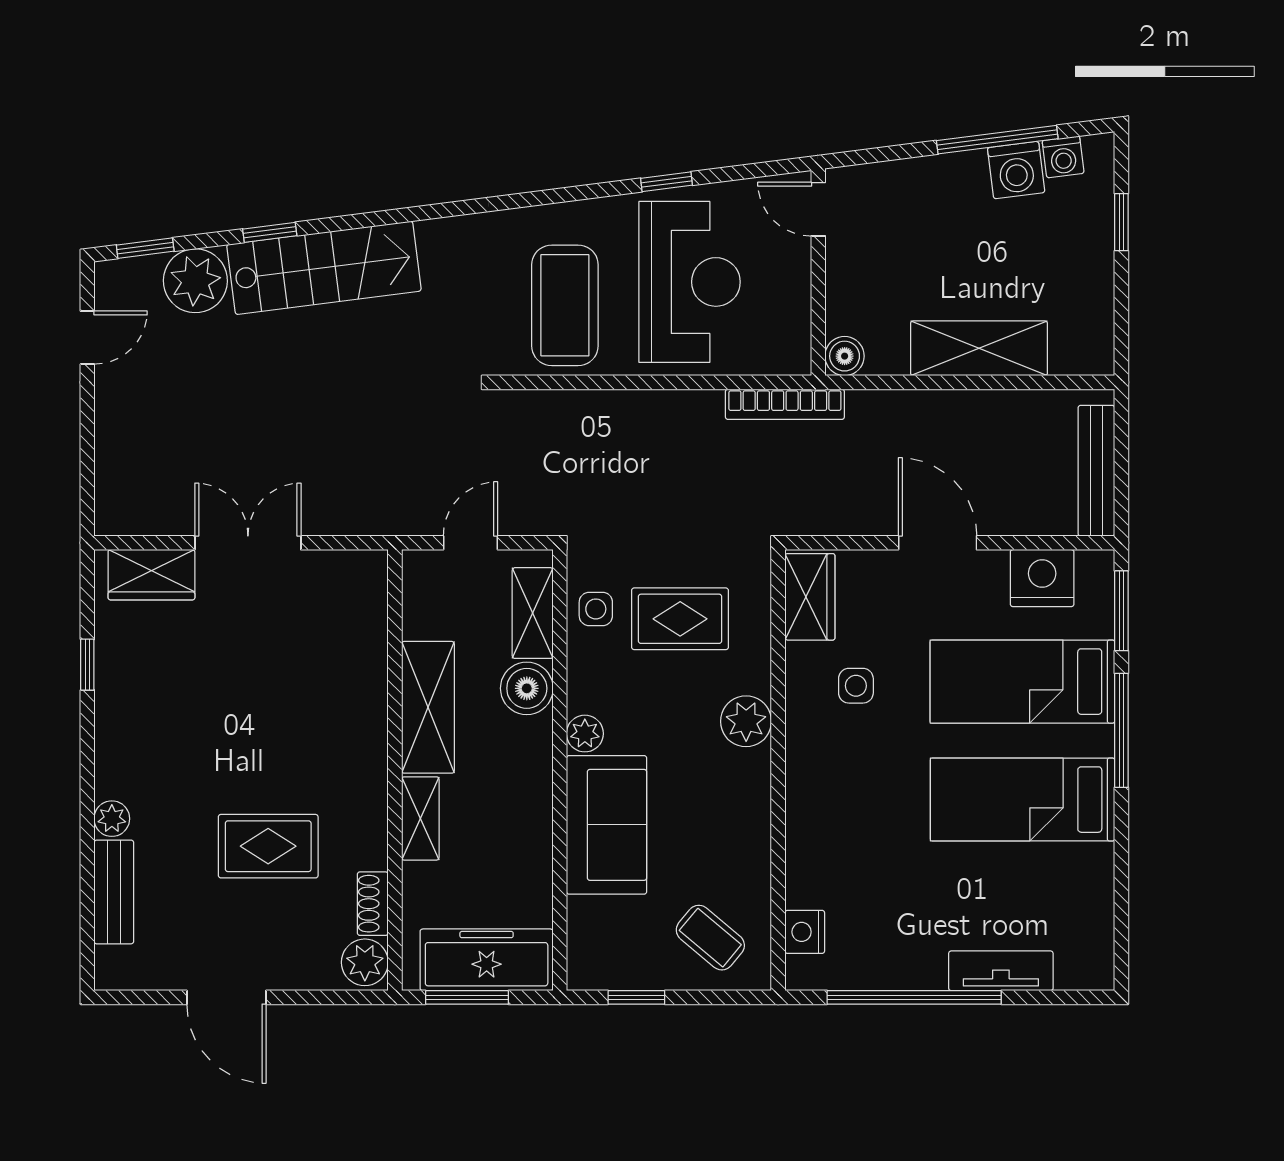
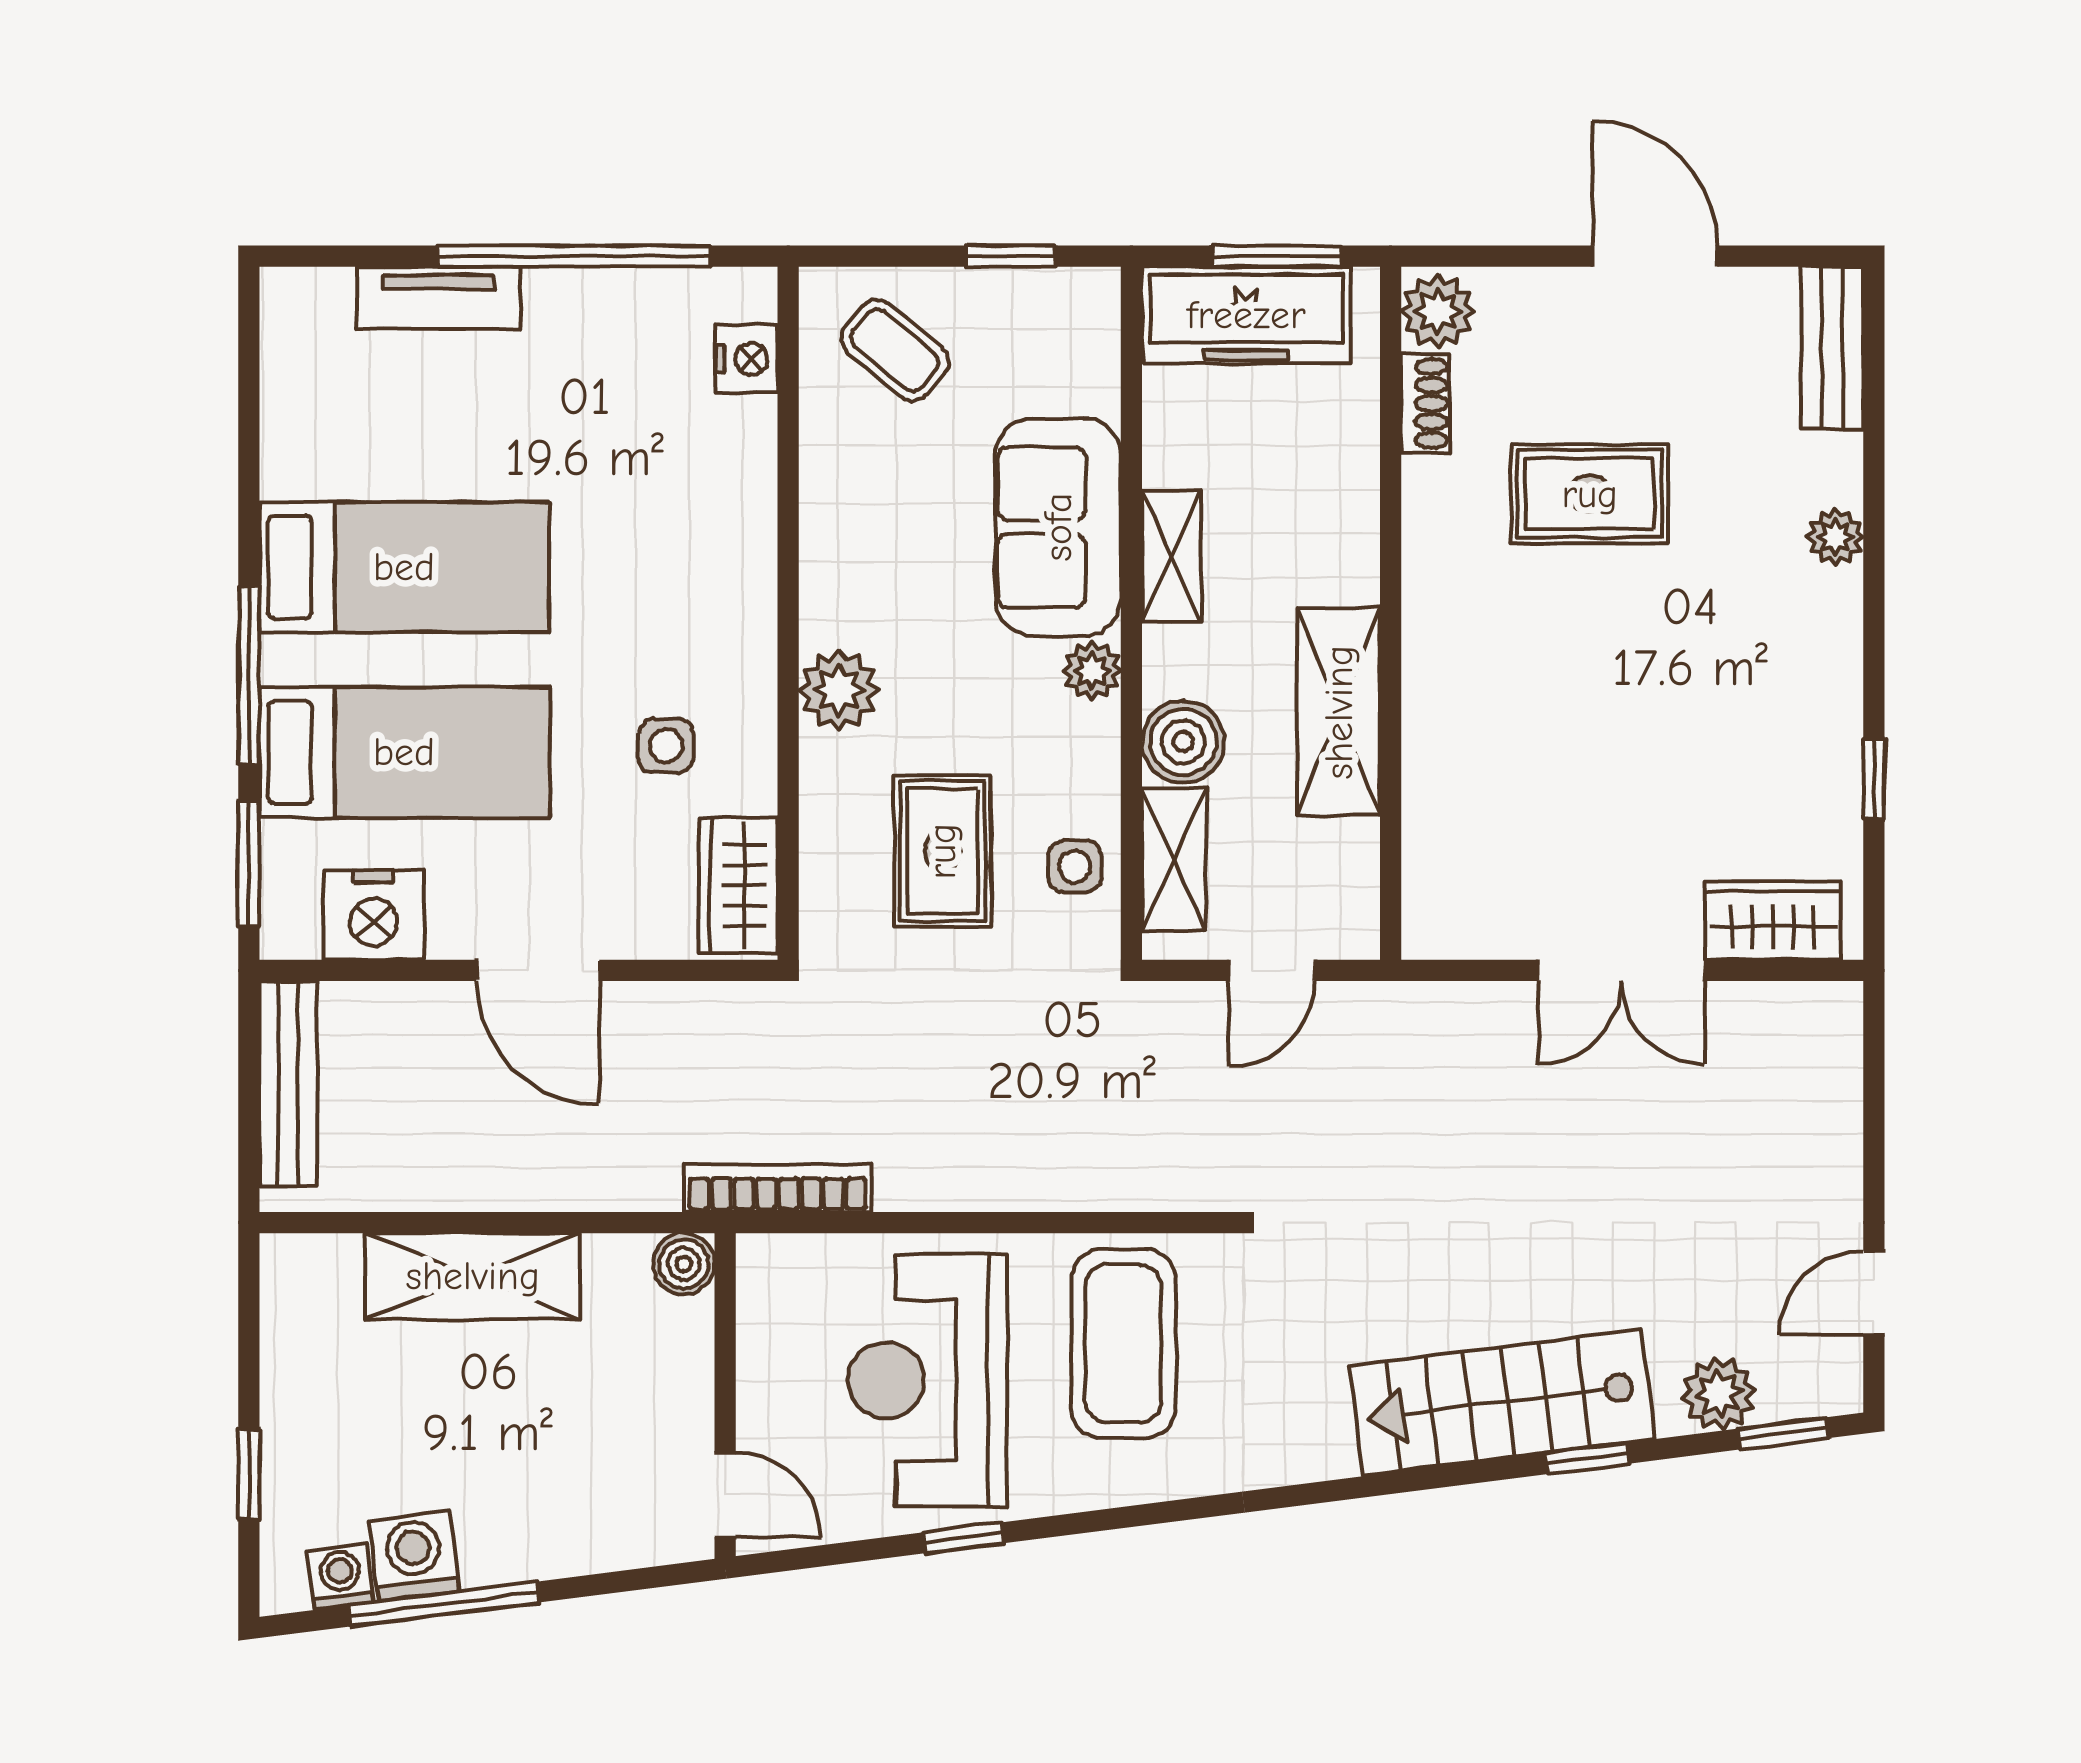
plant: (195, 281) -> (1719, 1394), width x0.73, depth x0.73
rug: (680, 619) -> (942, 851), turned 90
shelving: (420, 818) -> (1171, 556), moved
bench: (114, 892) -> (1832, 348), moved

